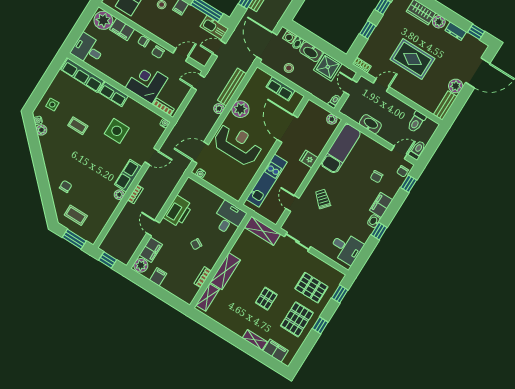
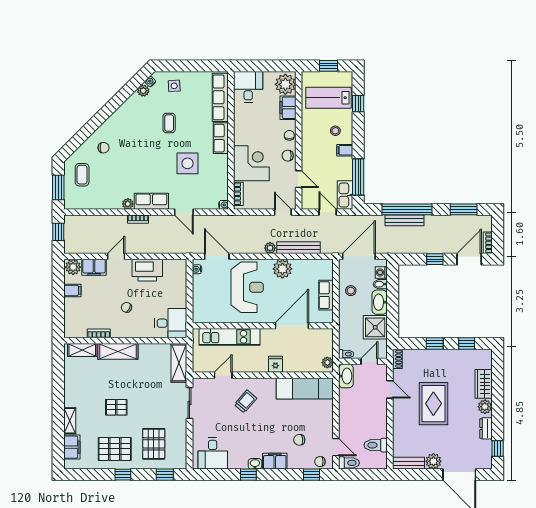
washbasin: (370, 124) -> (346, 376), moved

